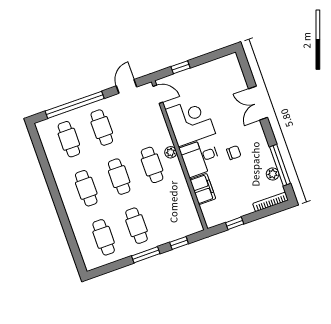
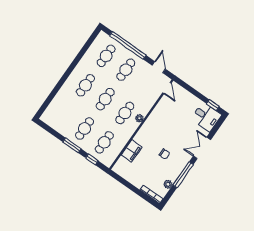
window: (181, 67) -> (213, 105), moved
door: (126, 86) -> (159, 67), hinge flipped
corner desk: (190, 122) -> (165, 117), removed
desk: (200, 157) -> (206, 117), moved, turned 180
window: (280, 165) -> (183, 175), moved
window: (235, 223) -> (125, 183), removed
cafe table: (104, 237) -> (104, 142), moved

